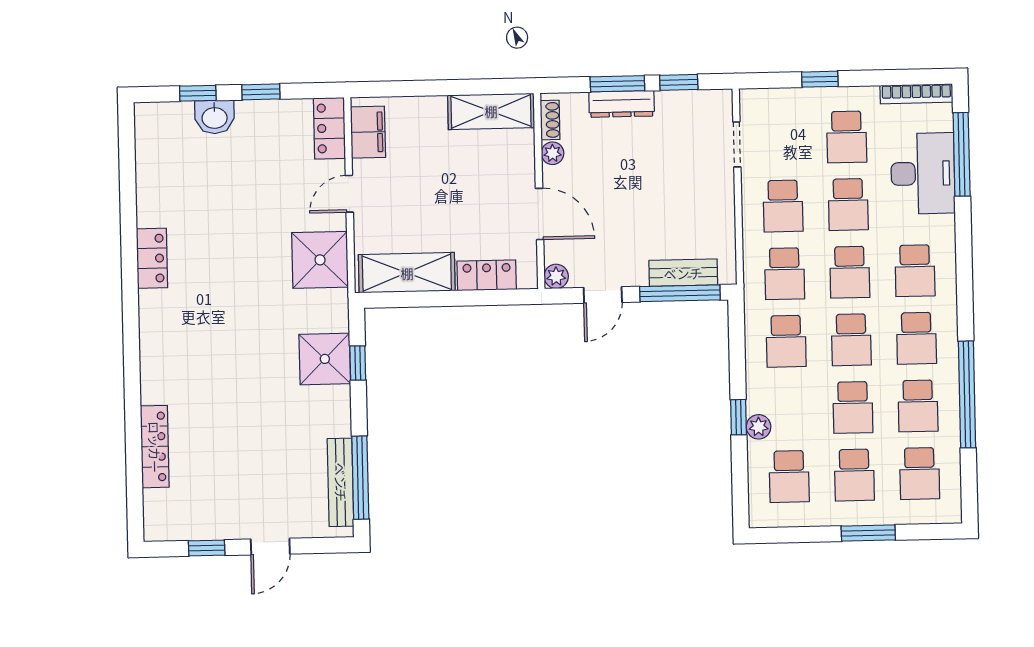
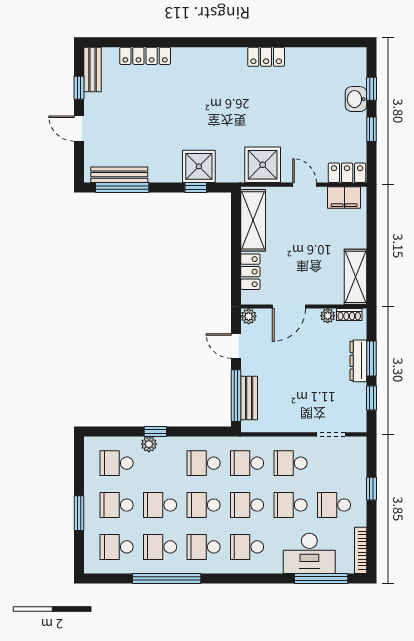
bench: (178, 528) -> (92, 70), added

